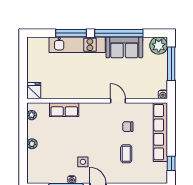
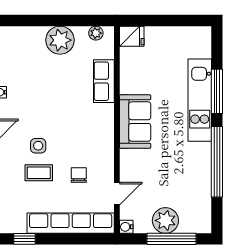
plant: (159, 46) -> (165, 220), moved
sofa: (124, 47) -> (135, 122), moved, turned 180
door: (118, 101) -> (117, 194), moved
plant: (32, 144) -> (60, 40), width x1.87, depth x1.87
side table: (83, 162) -> (38, 146), moved

